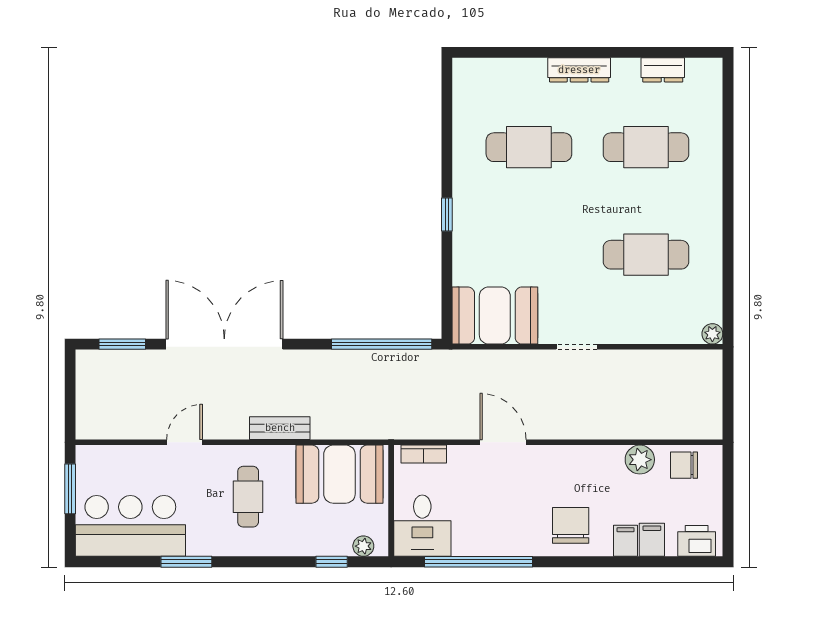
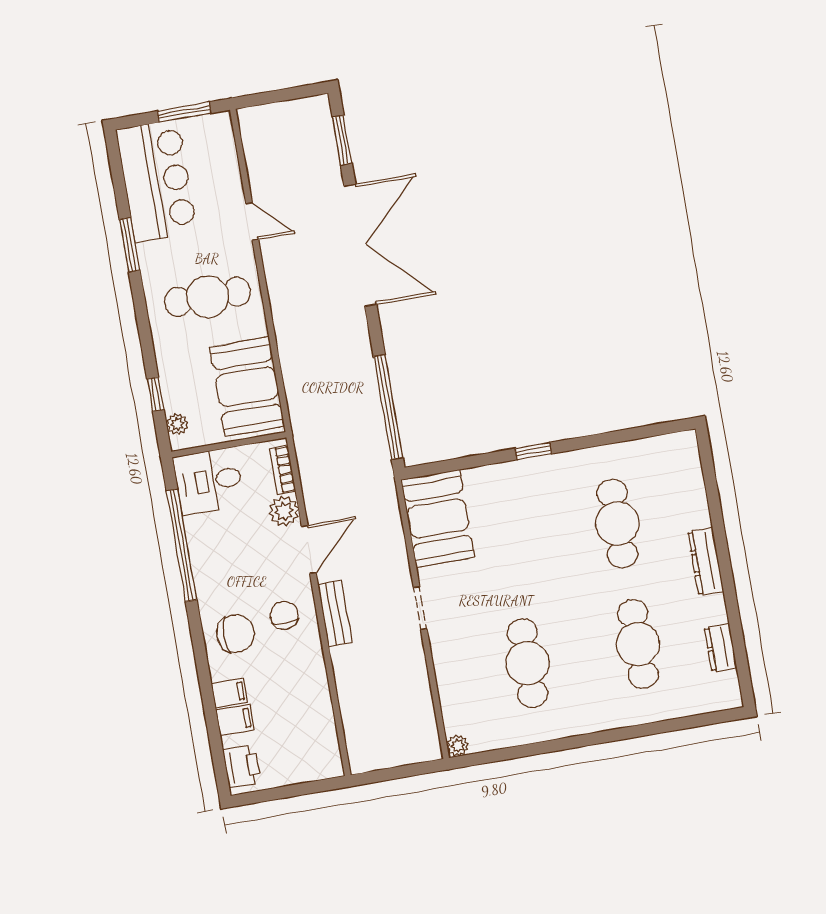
bench: (280, 428) -> (335, 613), moved
plant: (640, 460) -> (284, 511), moved
chair: (684, 465) -> (284, 615), moved
cafe table: (248, 497) -> (208, 297), width x1.37, depth x1.35

